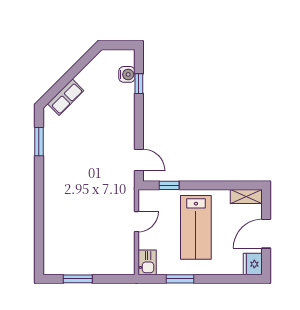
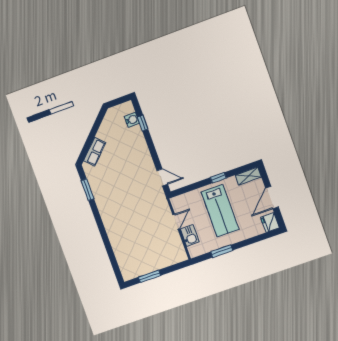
window: (169, 185) -> (218, 178), moved
kitchen sink: (147, 262) -> (190, 235), moved

